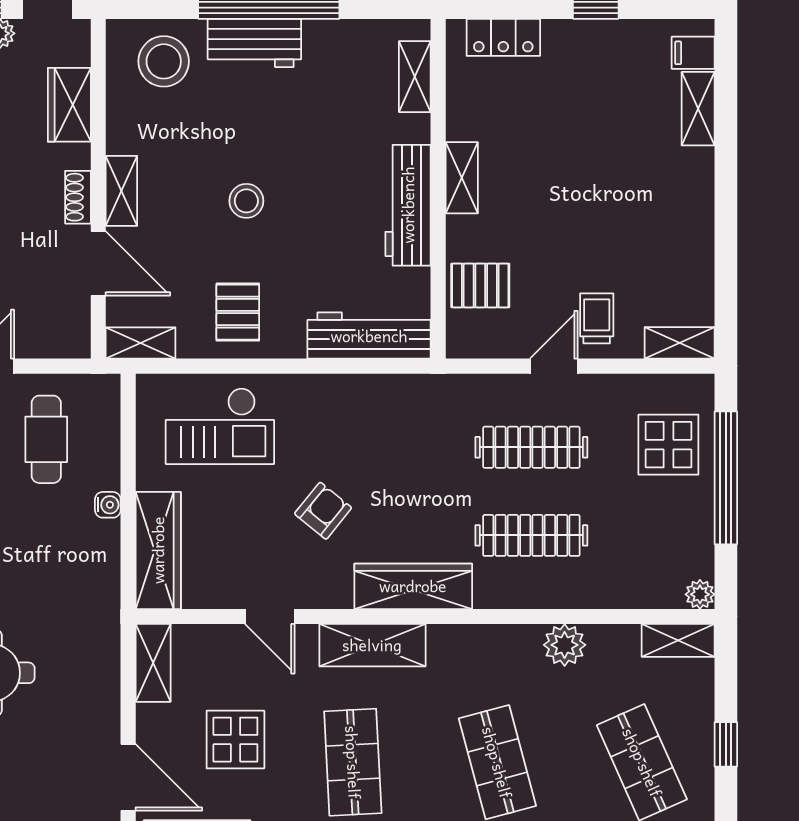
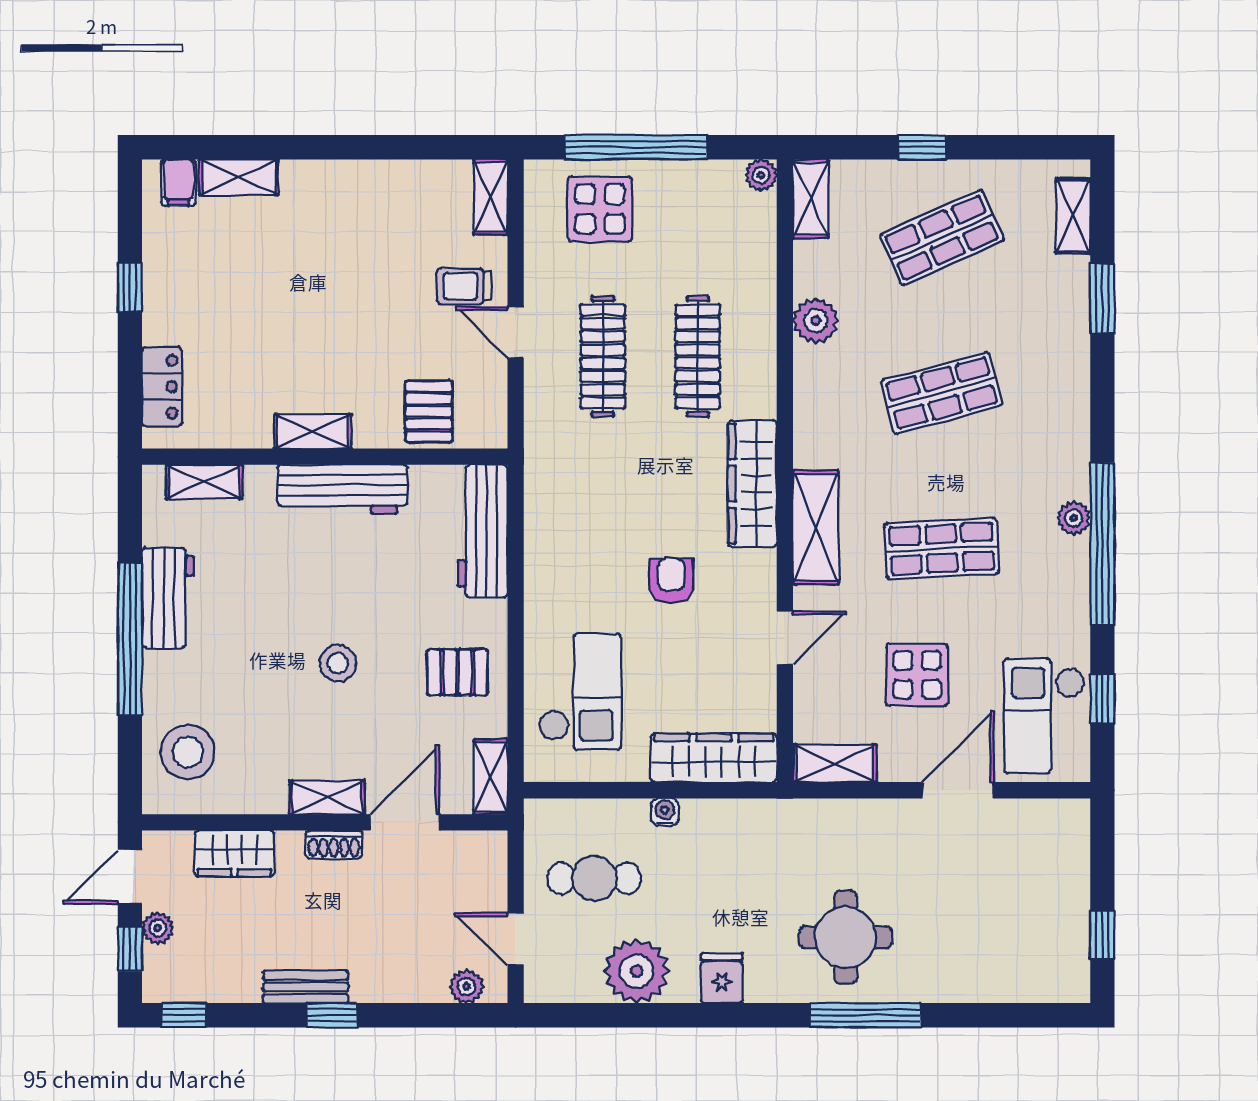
workbench: (254, 43) -> (168, 598), moved
armchair: (323, 511) -> (671, 581), turned 51

